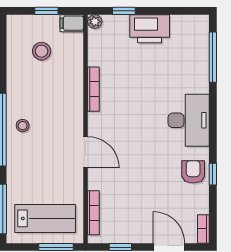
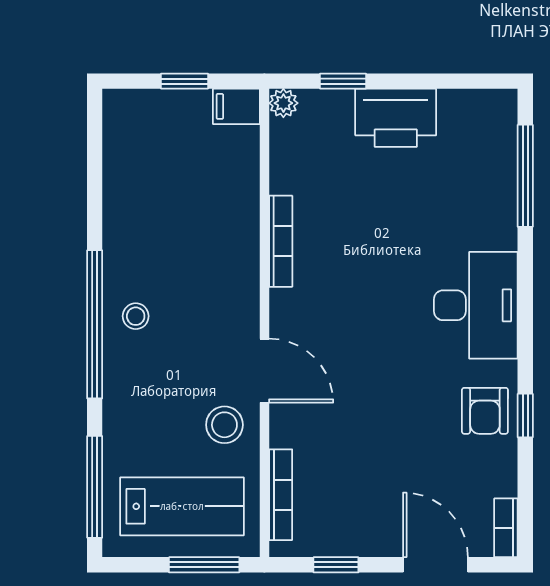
stool: (42, 51) -> (224, 425), moved
armchair: (193, 172) -> (485, 411), turned 180

